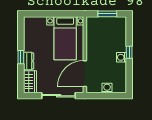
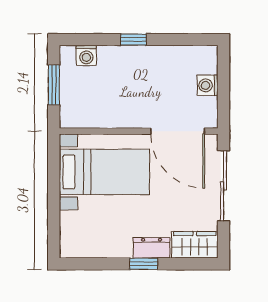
washing machine: (122, 57) -> (86, 55), moved

